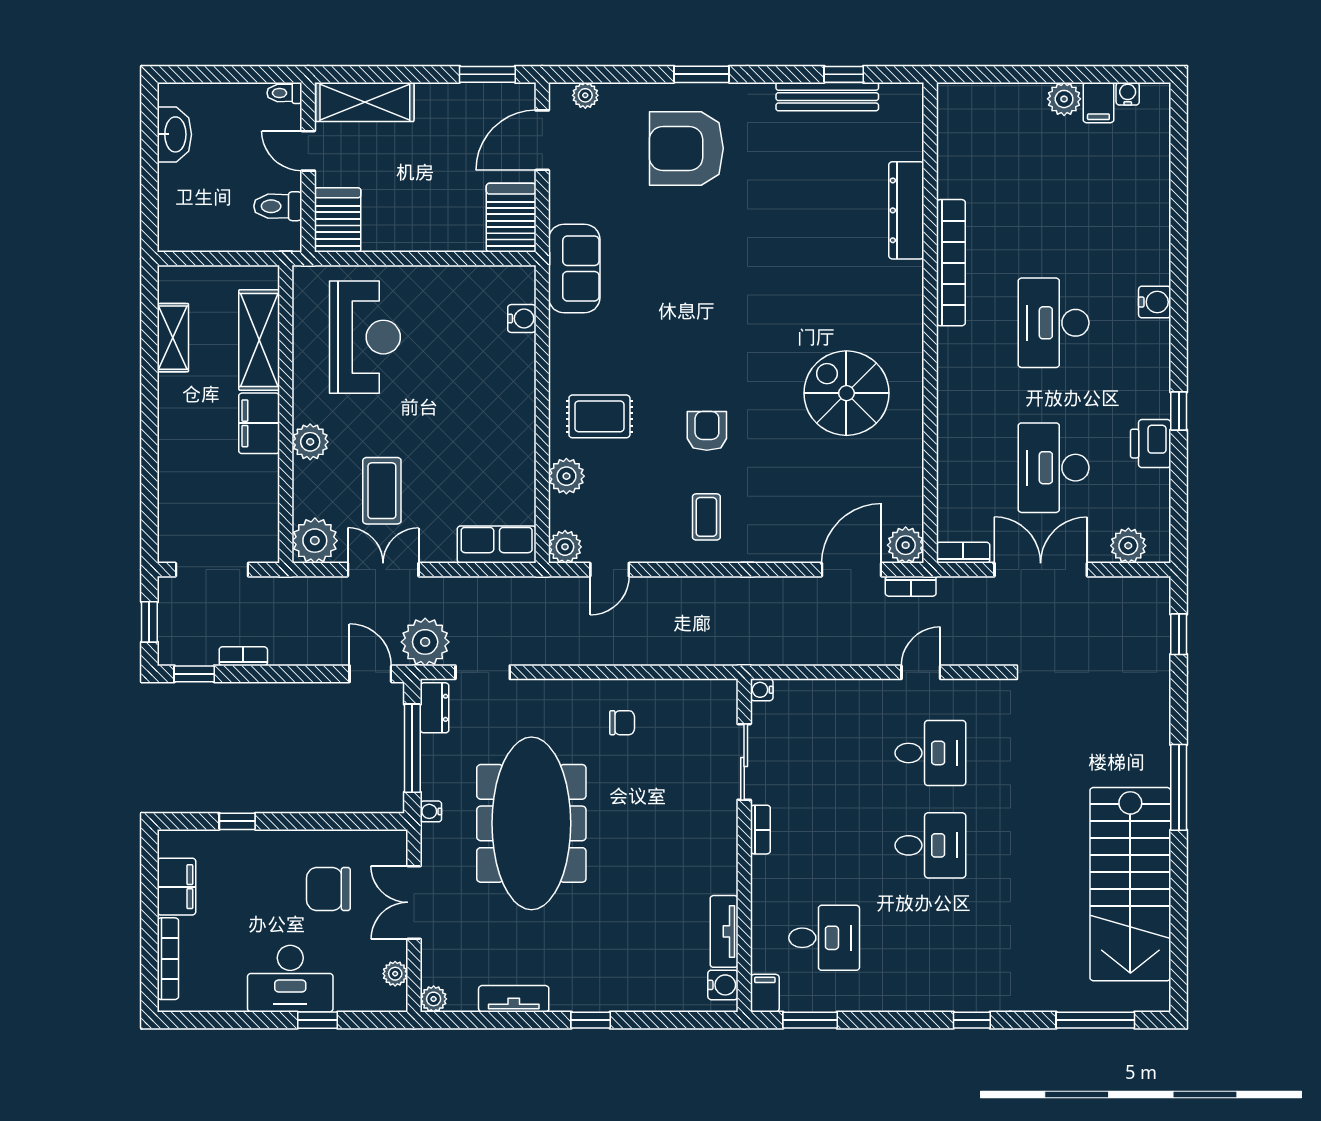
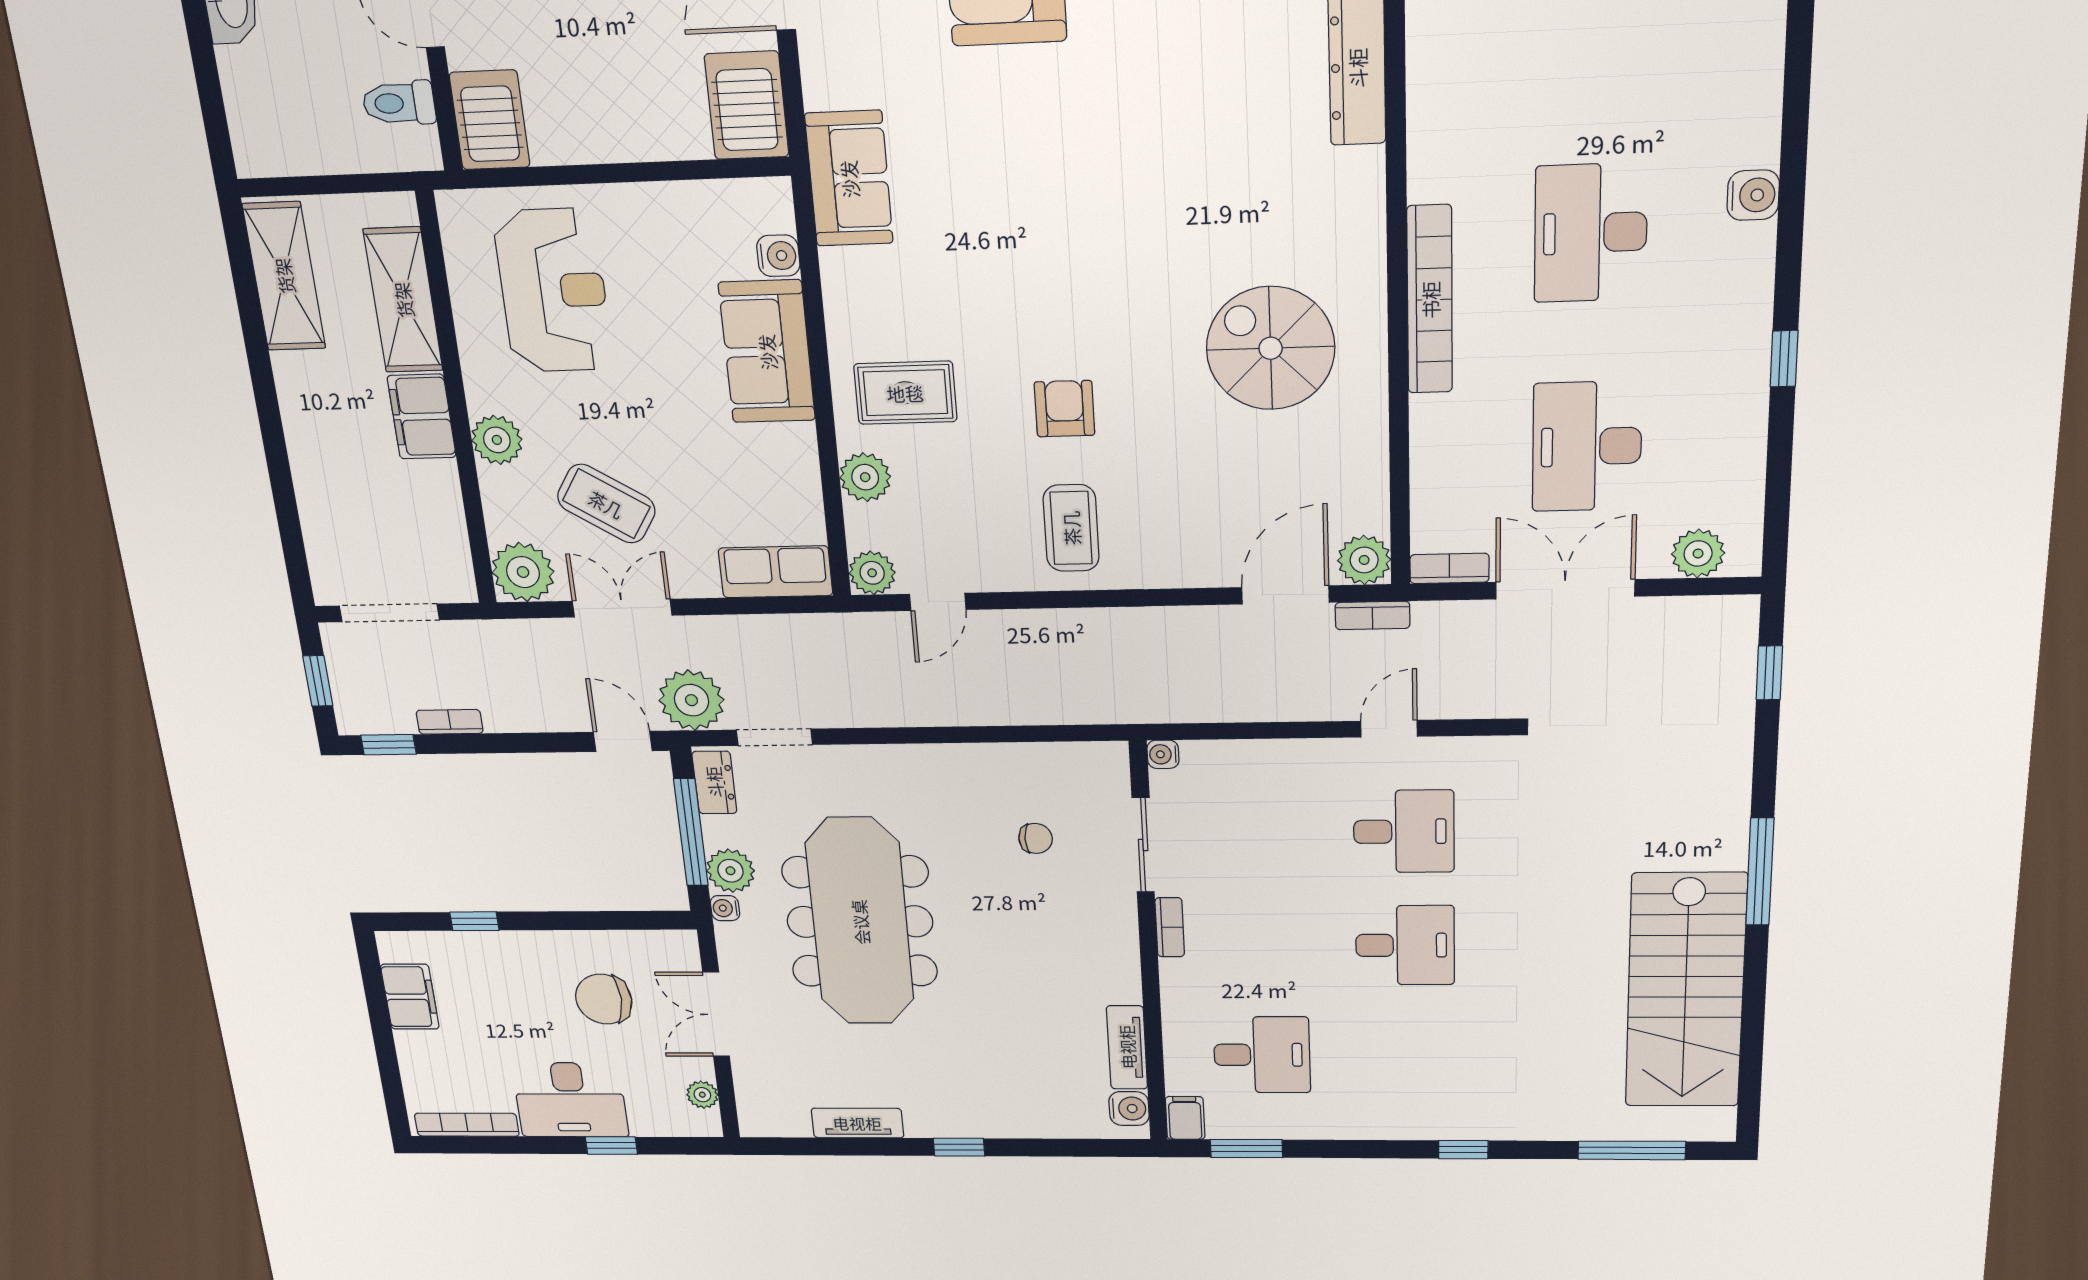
bookcase: (951, 263) -> (1430, 300), moved
shelving: (173, 338) -> (284, 276), width x1.50, depth x1.33
sofa: (507, 384) -> (767, 352), added
printer: (1151, 444) -> (1738, 408), removed
coffee table: (382, 491) -> (606, 504), turned -58
coffee table: (706, 517) -> (1071, 528), width x1.36, depth x1.30
chair: (622, 723) -> (1036, 838), moved
bookcase: (168, 959) -> (467, 1125), moved, turned -90
plant: (434, 999) -> (730, 871), moved, width x1.38, depth x1.38

